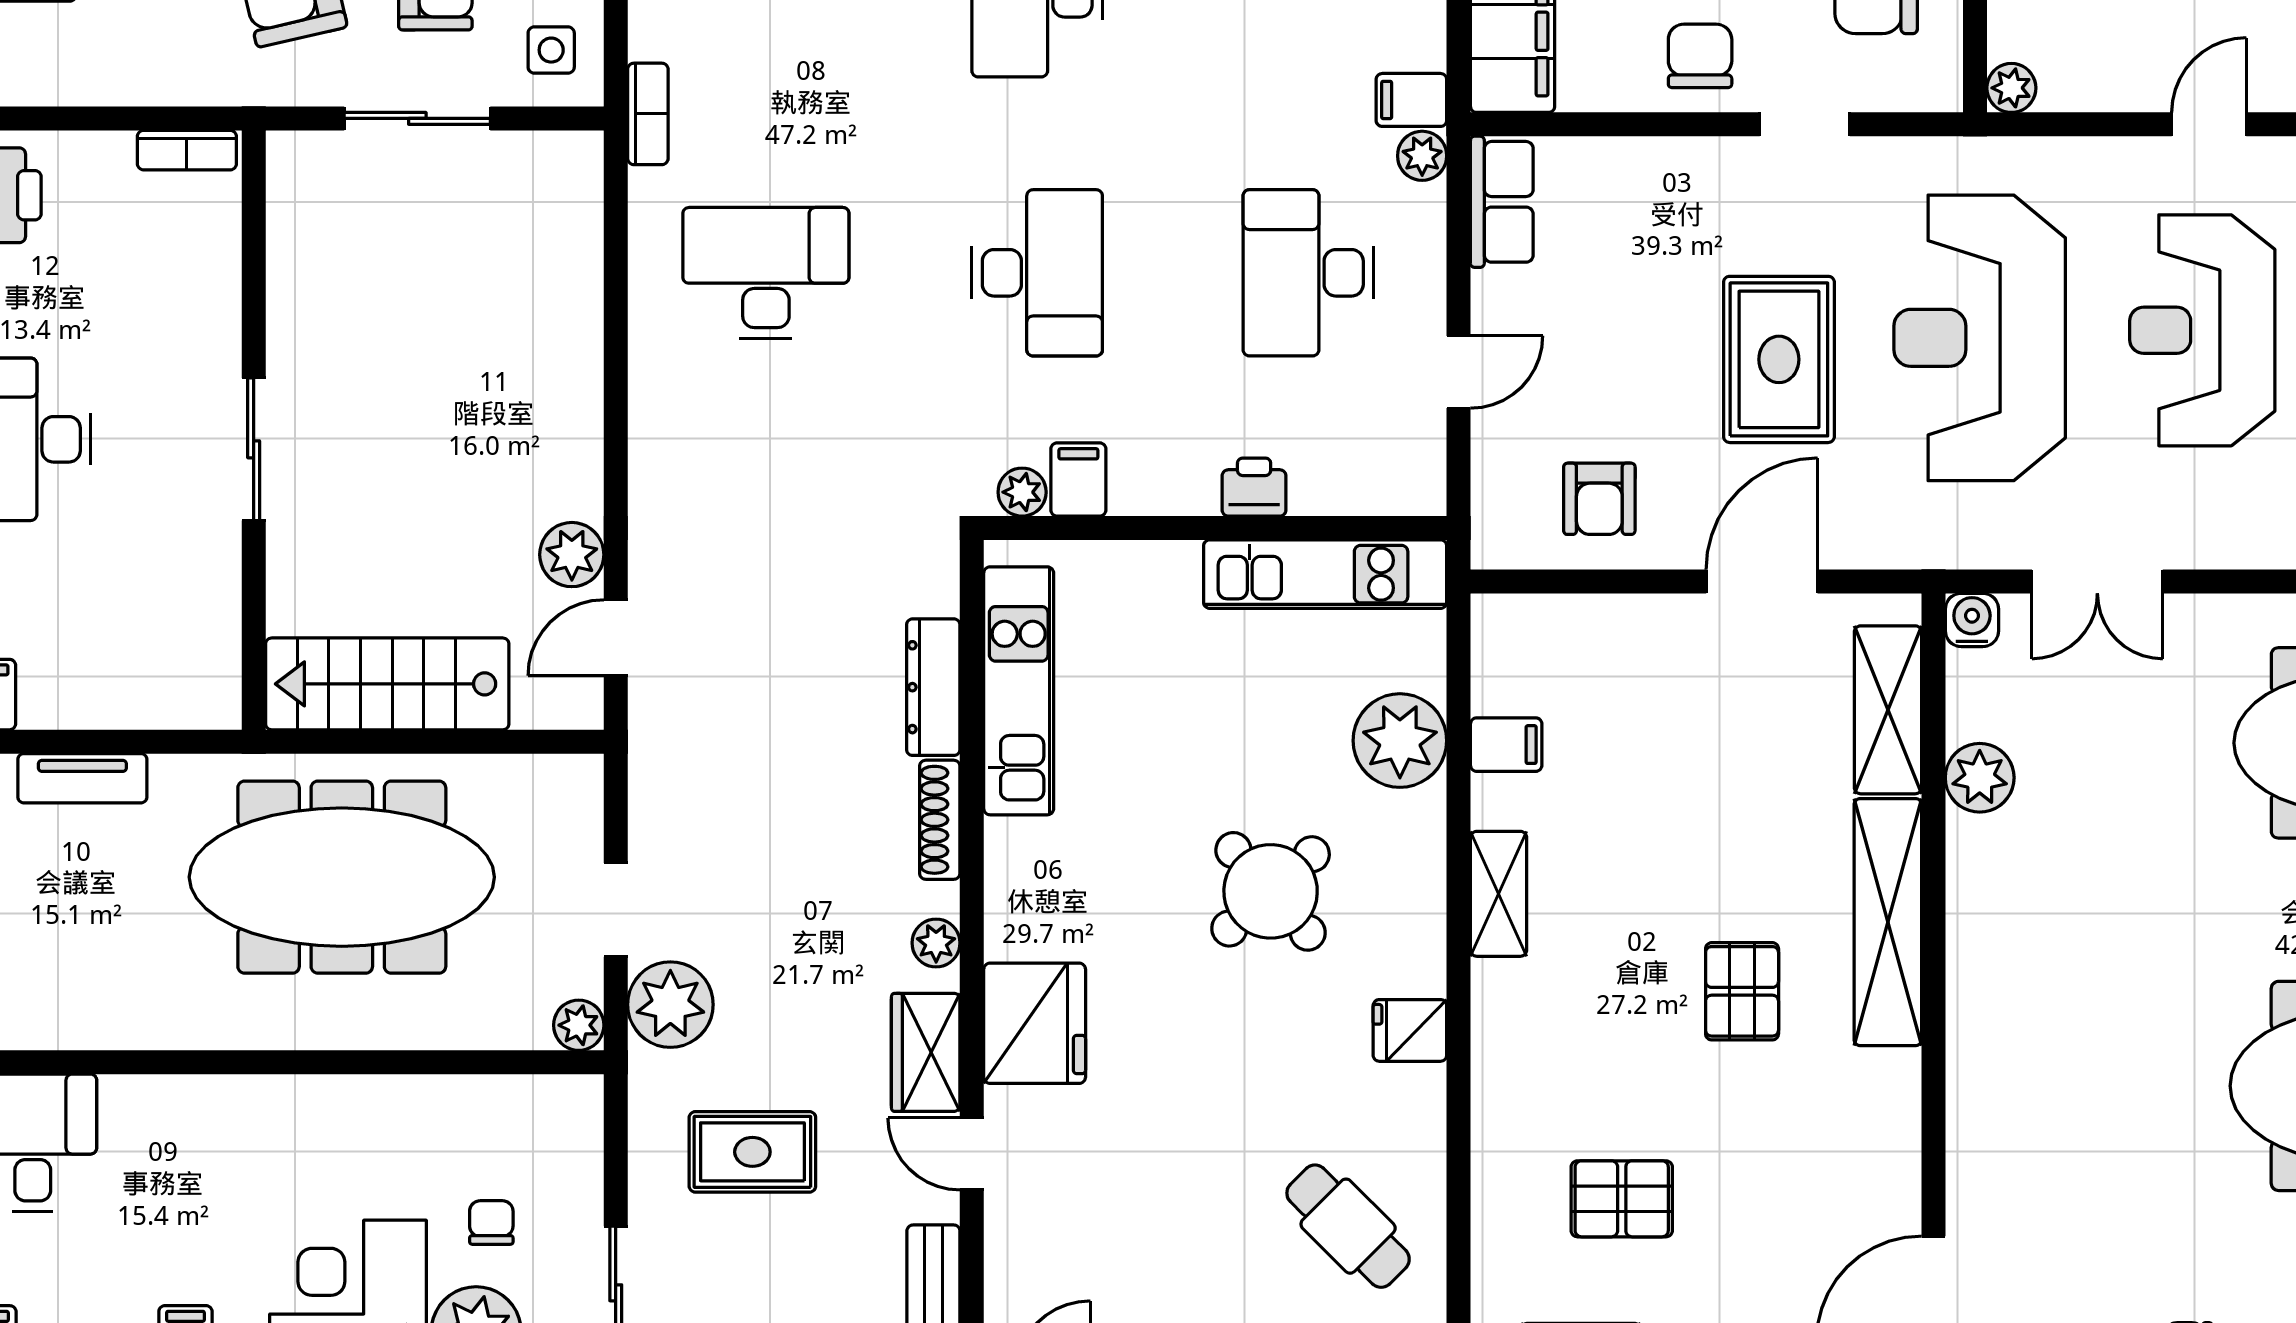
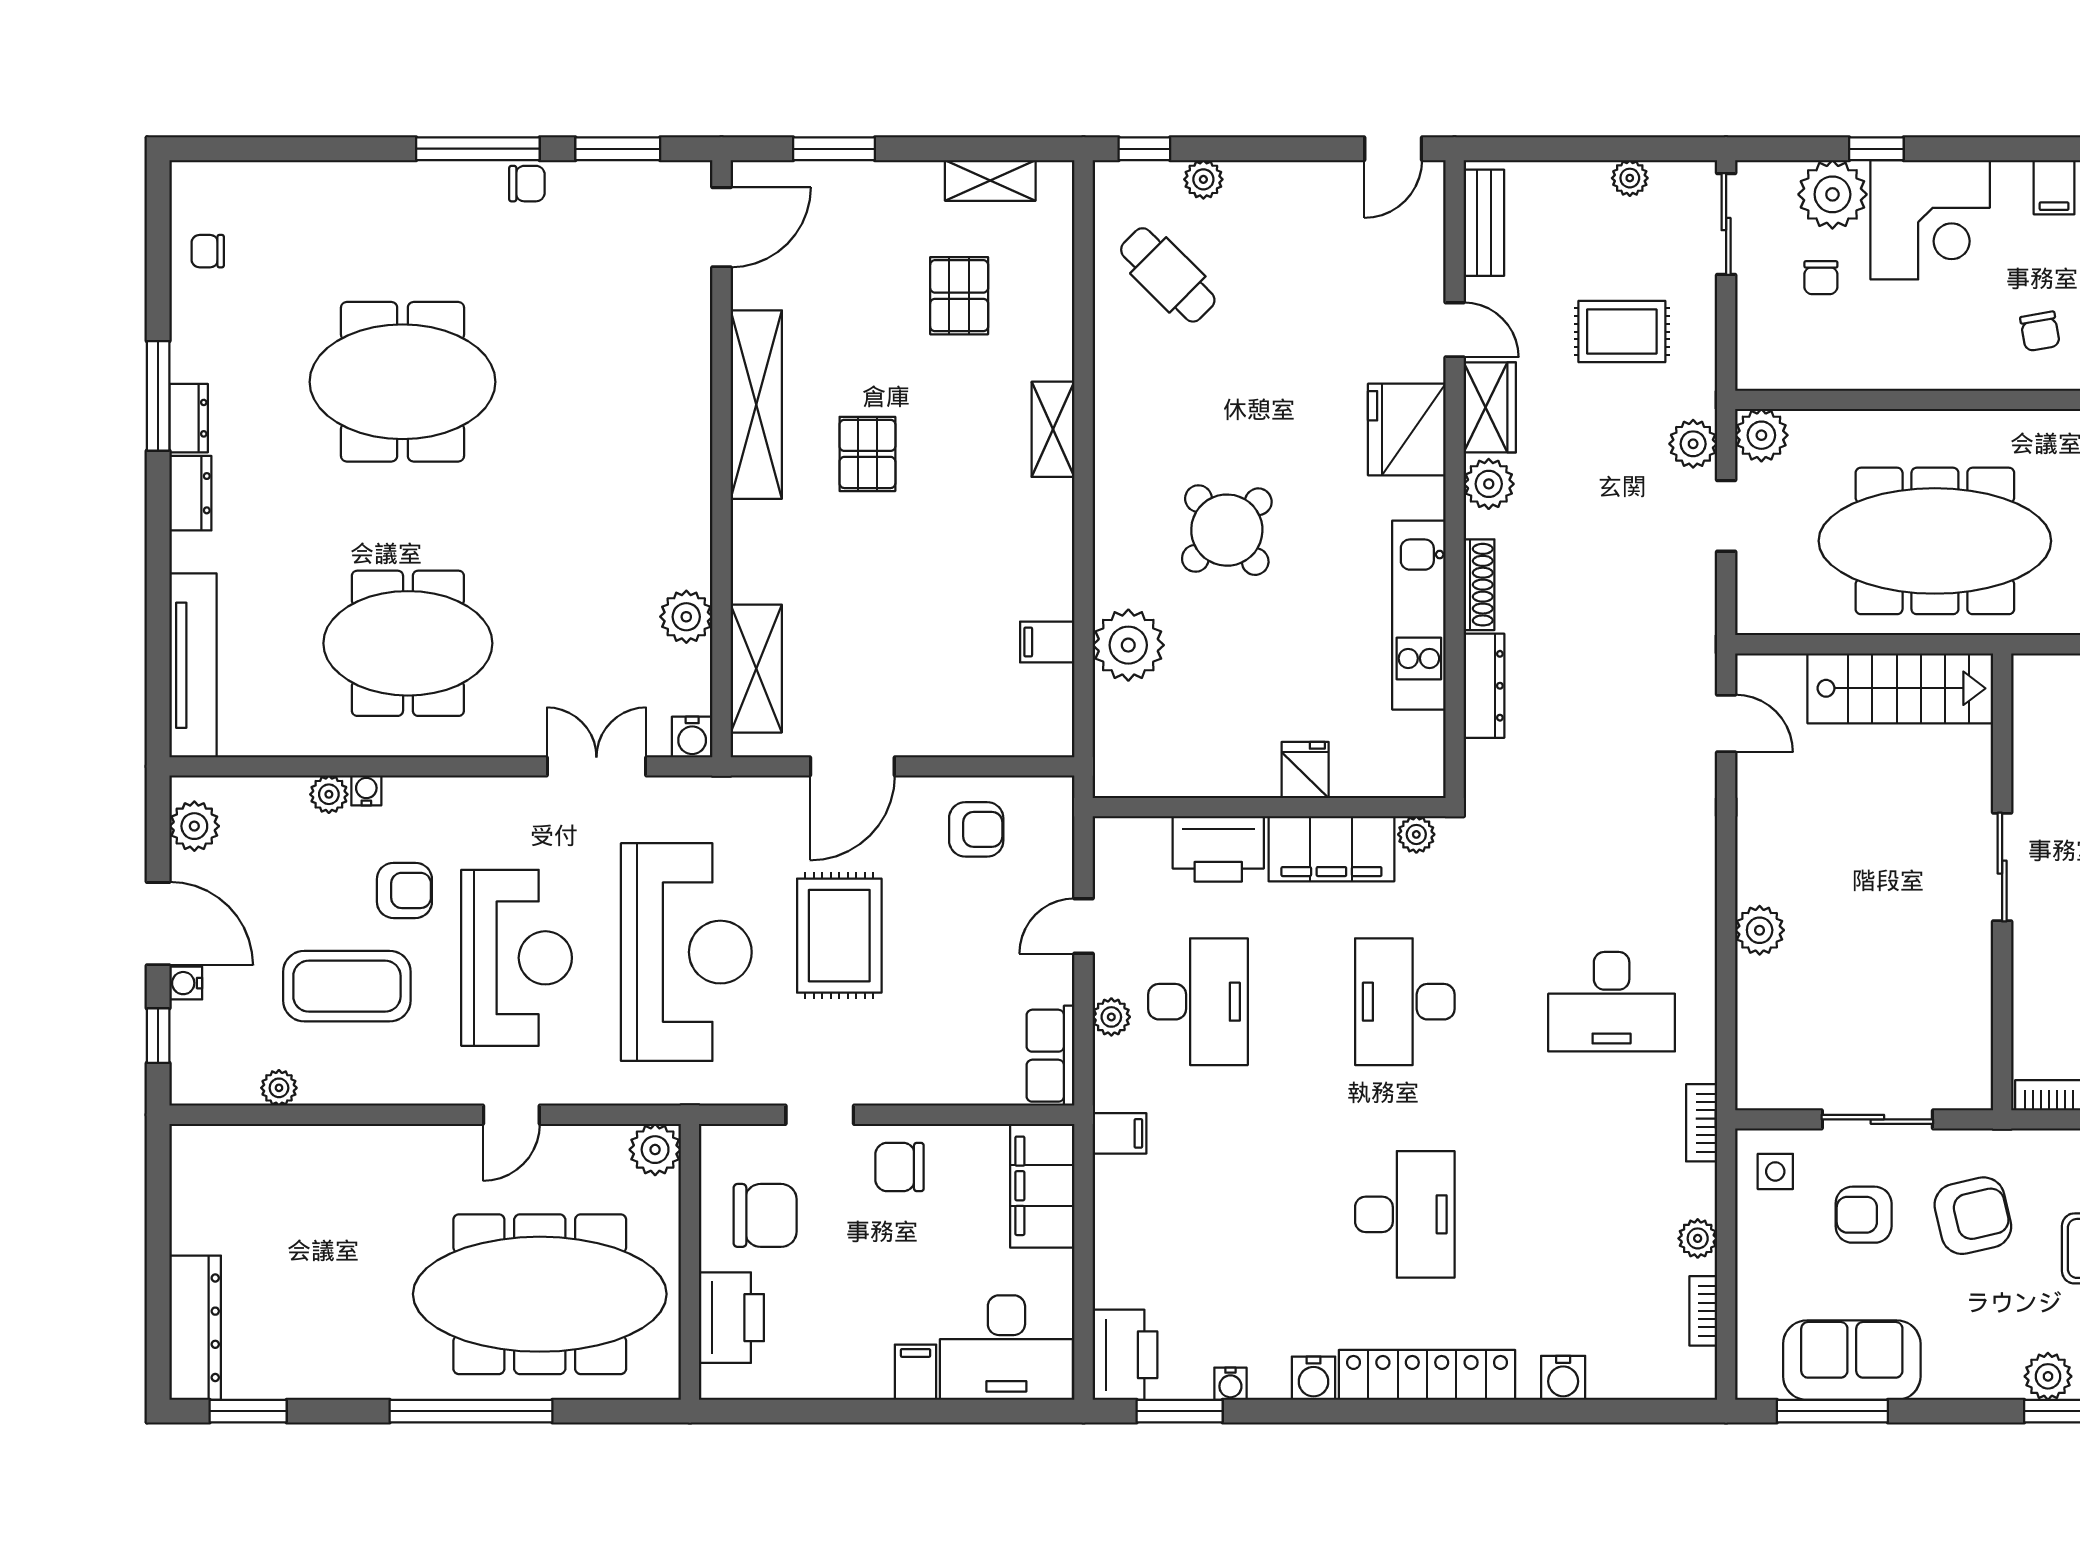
chair: (1700, 56) -> (899, 1167), turned 90
plant: (2011, 88) -> (655, 1150), width x1.38, depth x1.38
plant: (1422, 156) -> (1111, 1017), moved
filing cabinet: (1078, 479) -> (1331, 849), width x3.00, depth x1.17
printer: (1254, 487) -> (1218, 849), width x1.87, depth x1.48
armchair: (1599, 499) -> (976, 829), turned 90
plant: (572, 555) -> (1760, 930), moved
kitchen unit: (1325, 574) -> (1185, 772), removed
door: (616, 638) -> (1726, 723), hinge flipped
kitchen unit: (1019, 691) -> (1419, 615), moved
shelving: (1499, 894) -> (1053, 429), moved
shelving: (1888, 922) -> (756, 405), moved
plant: (936, 943) -> (1489, 484), width x1.38, depth x1.38
plant: (670, 1005) -> (1693, 444), width x0.73, depth x0.73
plant: (579, 1025) -> (1761, 435), width x1.38, depth x1.38
fridge: (1410, 1030) -> (1305, 770), moved, turned -90
chair: (204, 1152) -> (2040, 331), added
pallet: (1622, 1199) -> (959, 296), turned 90

